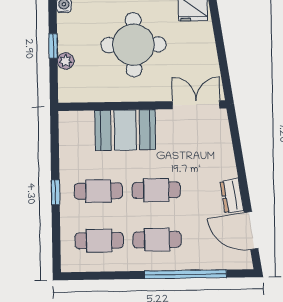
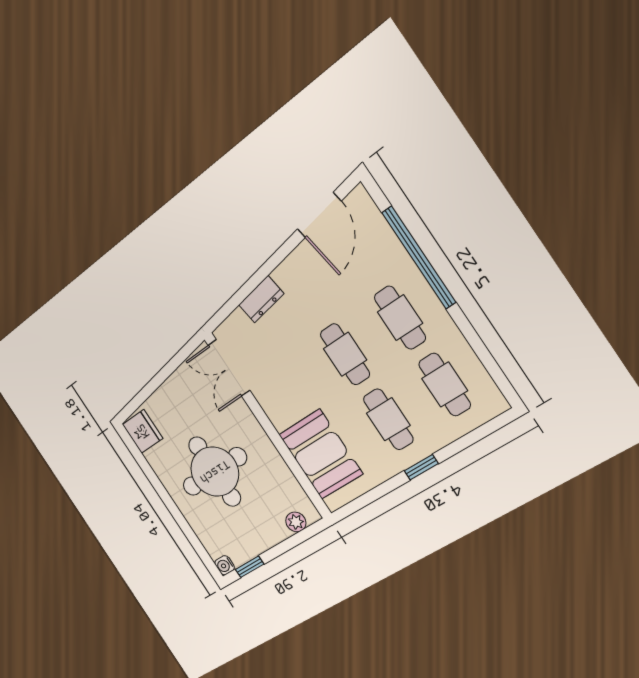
window: (53, 46) -> (250, 567), moved
plant: (66, 61) -> (296, 522), moved
booth: (125, 130) -> (321, 454), moved
dresser: (232, 196) -> (261, 299), moved

